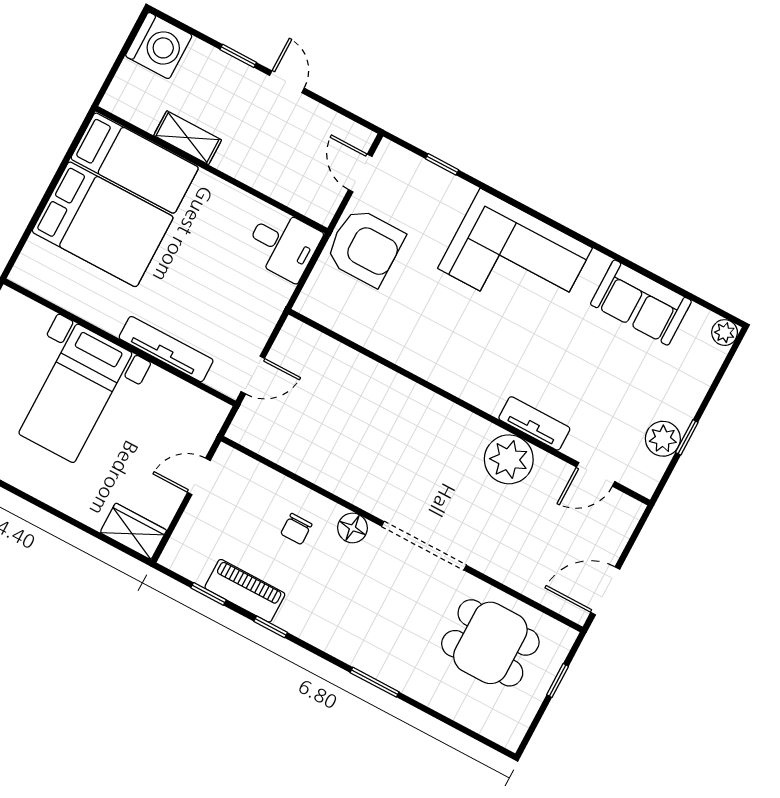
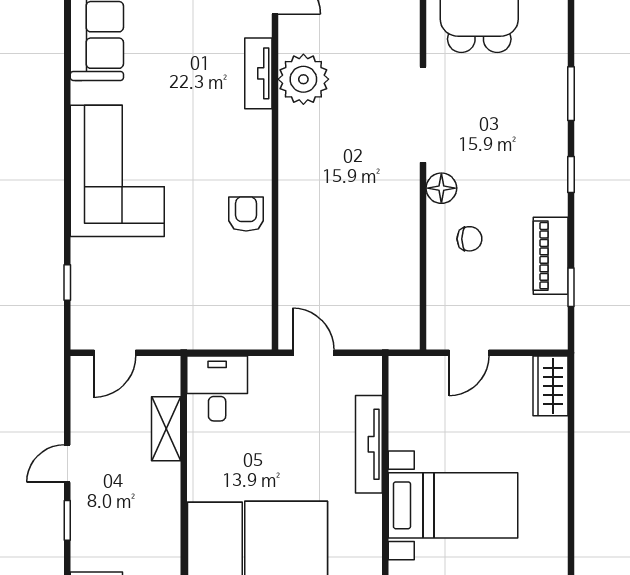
shelving: (188, 138) -> (166, 429), moved
armchair: (365, 247) -> (246, 214), moved, width x0.53, depth x0.53
door: (253, 375) -> (313, 353), moved
door: (199, 476) -> (469, 353), hinge flipped
window: (271, 627) -> (571, 175), moved

